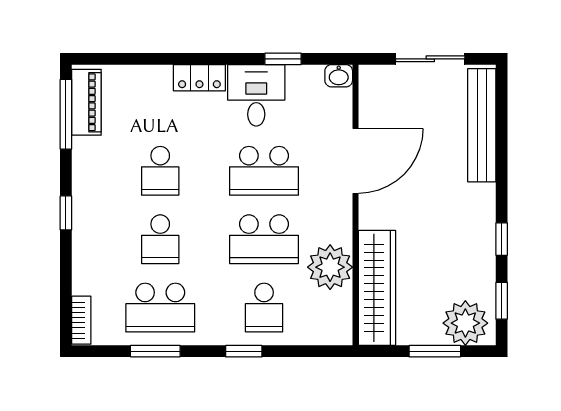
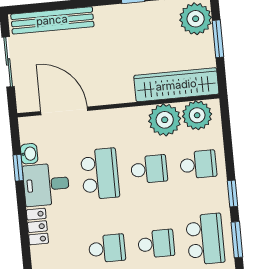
washbasin: (339, 76) -> (29, 154), moved
door: (355, 161) -> (64, 111), moved
school desk: (264, 239) -> (149, 169), width x0.54
plant: (332, 312) -> (197, 115), added
window: (244, 351) -> (233, 193), moved

